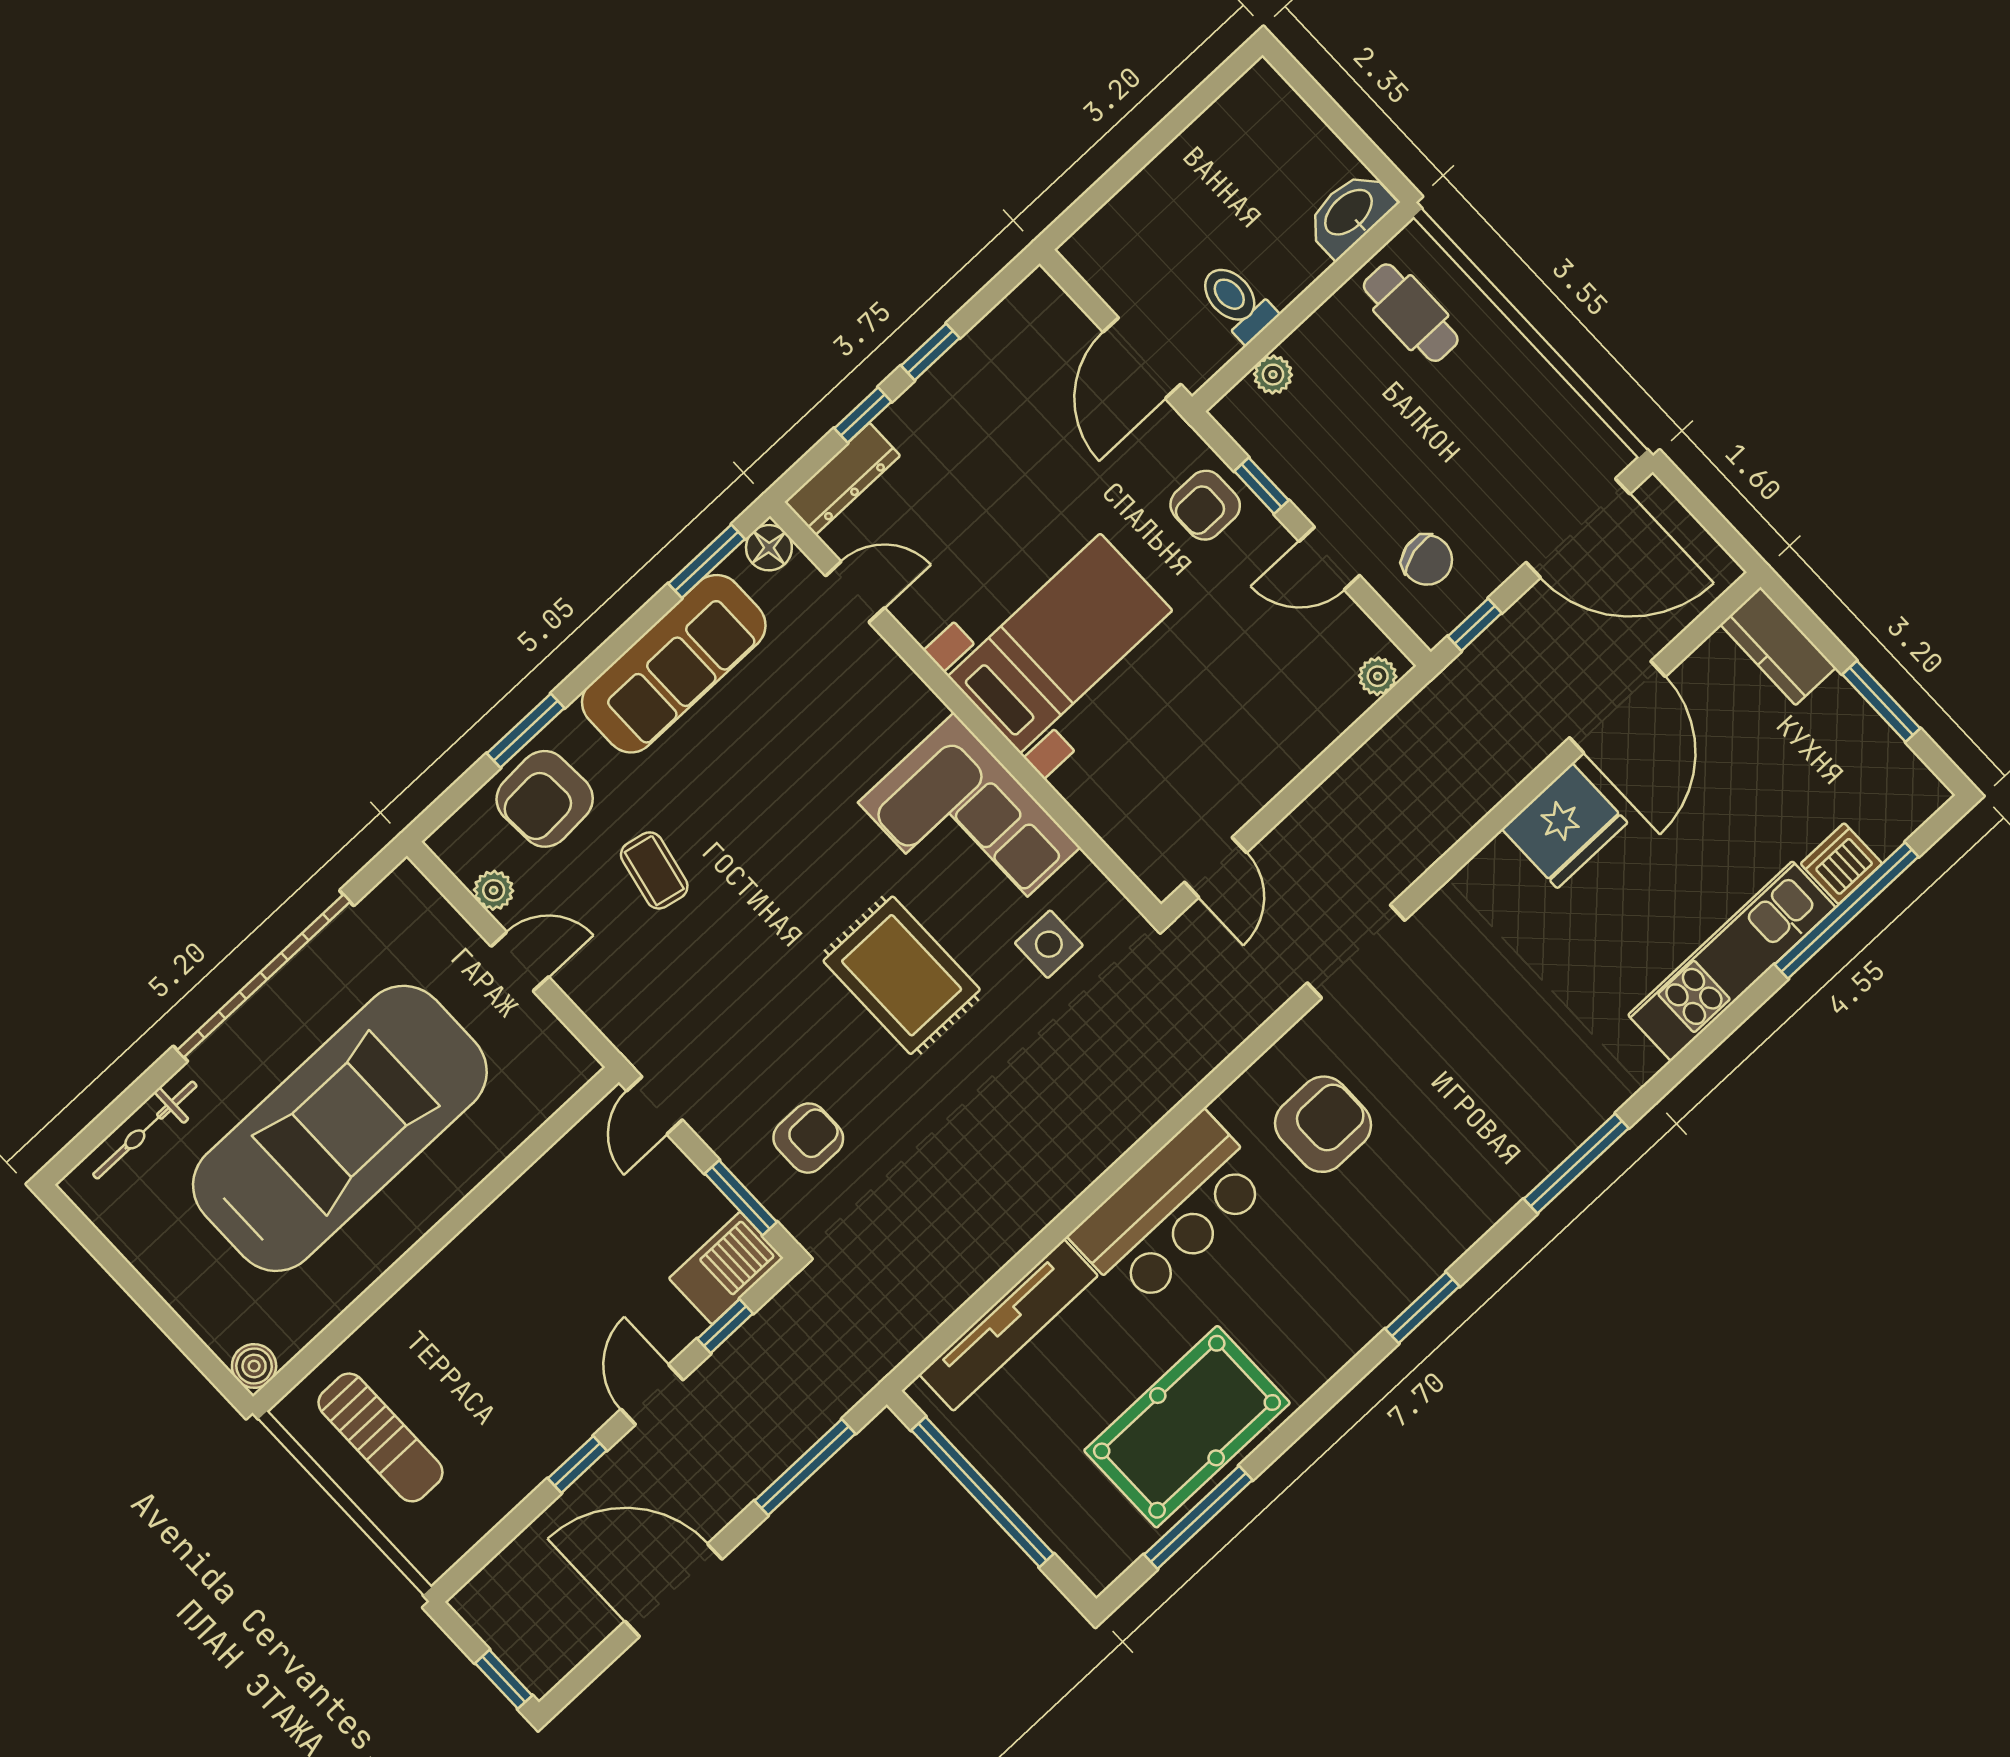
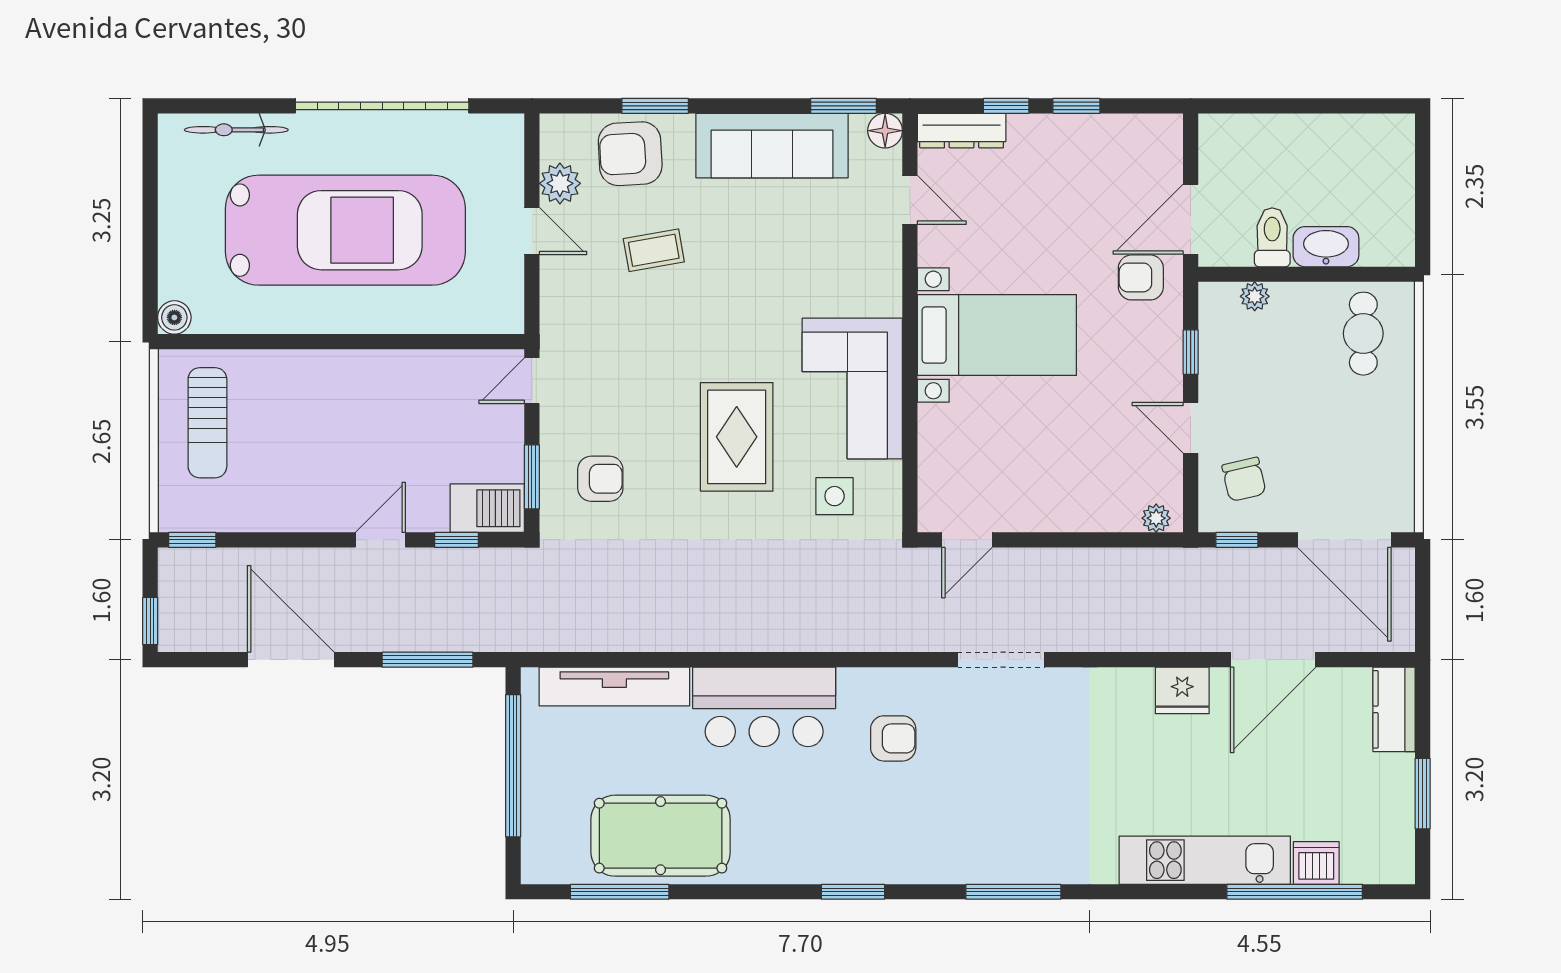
washbasin: (1350, 213) -> (1326, 247), moved
armchair: (1205, 505) -> (1141, 277), moved
fridge: (1565, 826) -> (1182, 690), width x0.73, depth x0.75
coffee table: (654, 870) -> (654, 250), turned 68
plant: (494, 890) -> (560, 183), width x1.38, depth x1.38
armchair: (1323, 1124) -> (893, 738), width x0.72, depth x0.72
window: (577, 1464) -> (192, 540), moved

